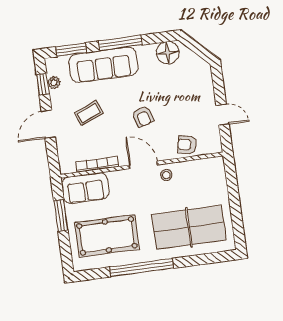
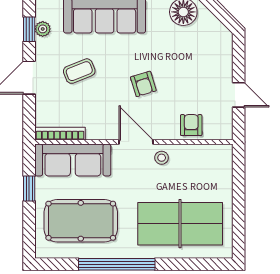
armchair: (187, 145) -> (191, 125), turned 76
bookcase: (97, 164) -> (60, 134), moved
sofa: (85, 188) -> (73, 160), width x1.36
window: (61, 215) -> (29, 188), width x0.67

